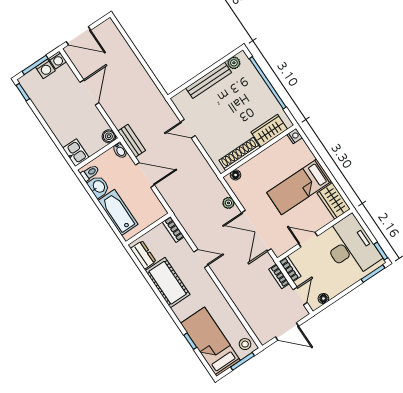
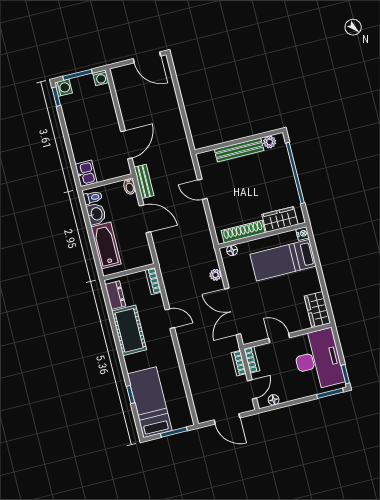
door: (78, 36) -> (147, 57), moved
washing machine: (45, 69) -> (64, 88), moved, turned -90
door: (89, 92) -> (126, 145), moved
boiler: (109, 136) -> (124, 169), removed
bed: (299, 187) -> (283, 260), moved
stool: (245, 344) -> (182, 416), removed

